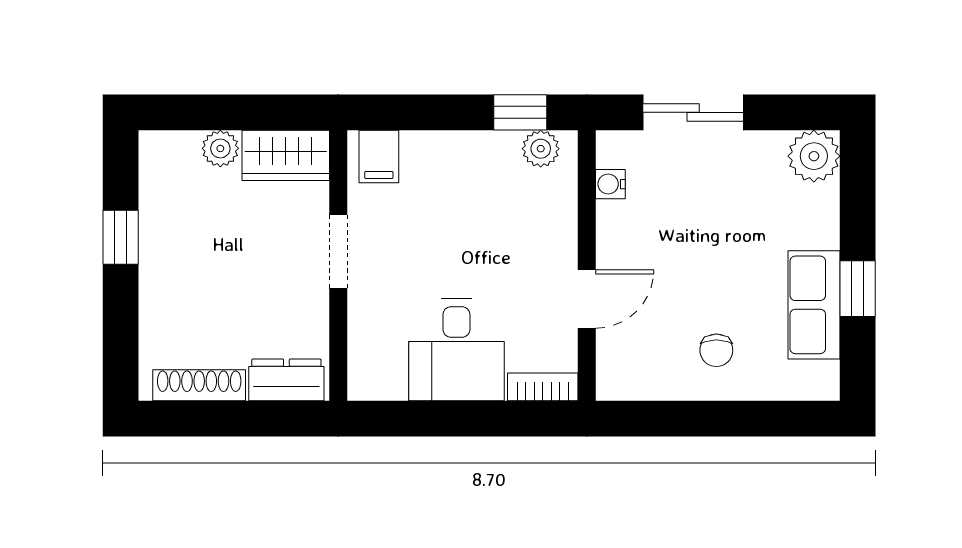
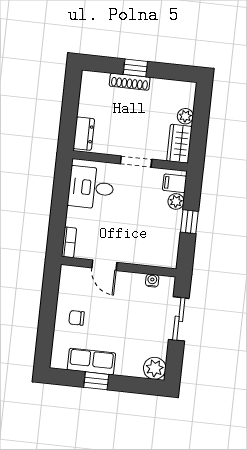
window: (520, 112) -> (189, 222), moved
plant: (541, 149) -> (176, 201), moved
window: (121, 237) -> (135, 68), moved
desk: (456, 350) -> (91, 188), moved
shoe rack: (199, 385) -> (130, 82), moved, turned 90

